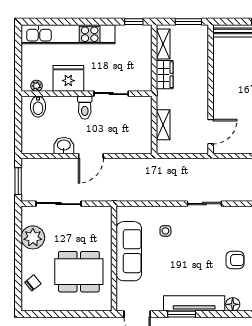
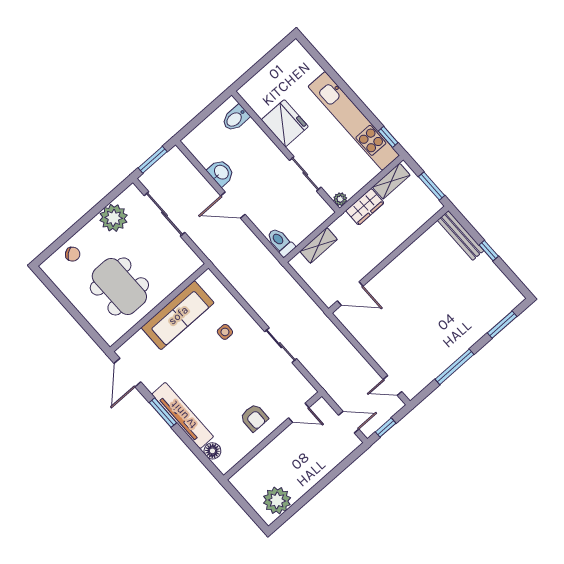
kitchen unit: (68, 34) -> (354, 121), moved
plant: (37, 86) -> (340, 199), moved
toilet: (85, 108) -> (281, 242), moved, turned 90

